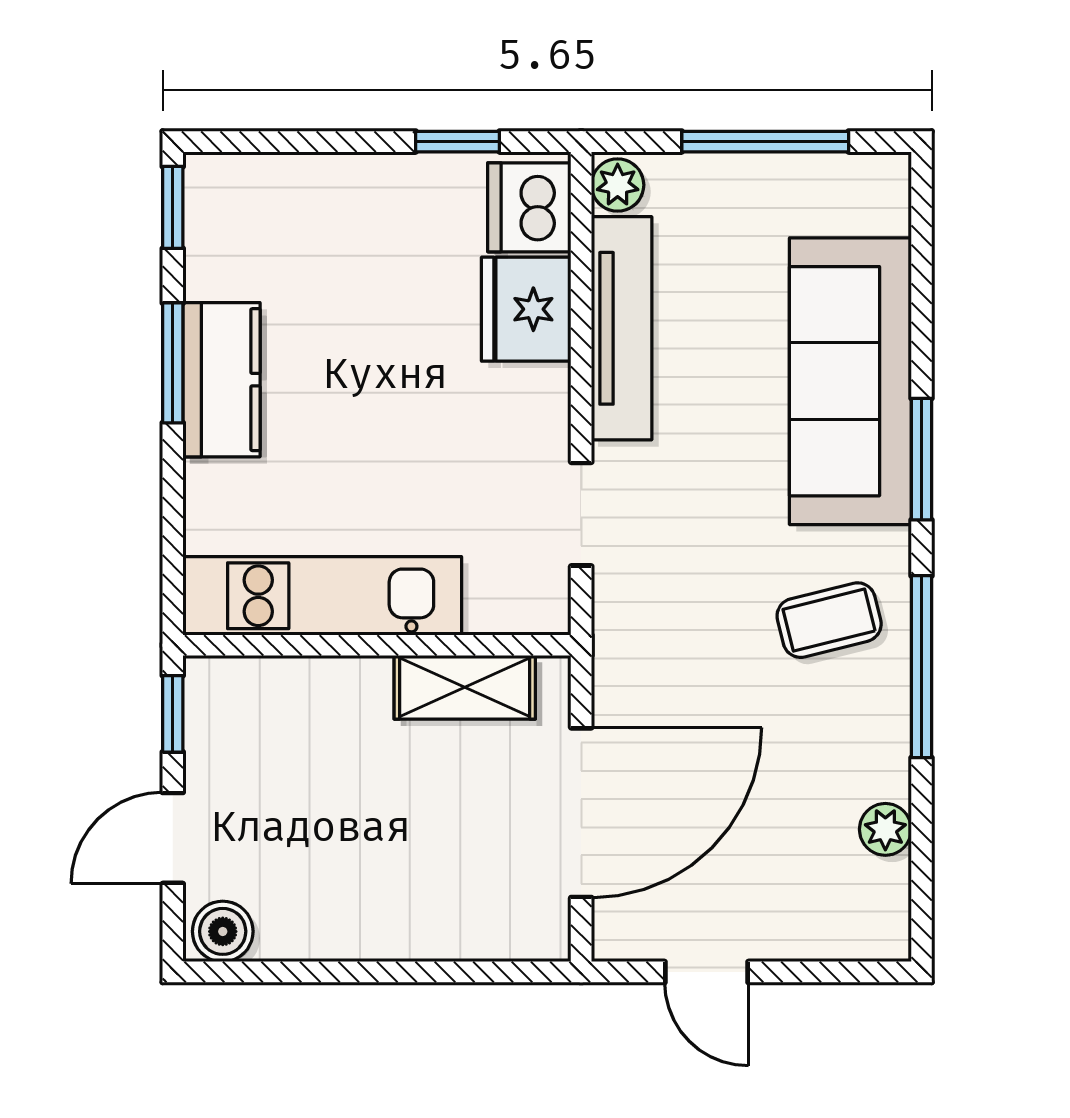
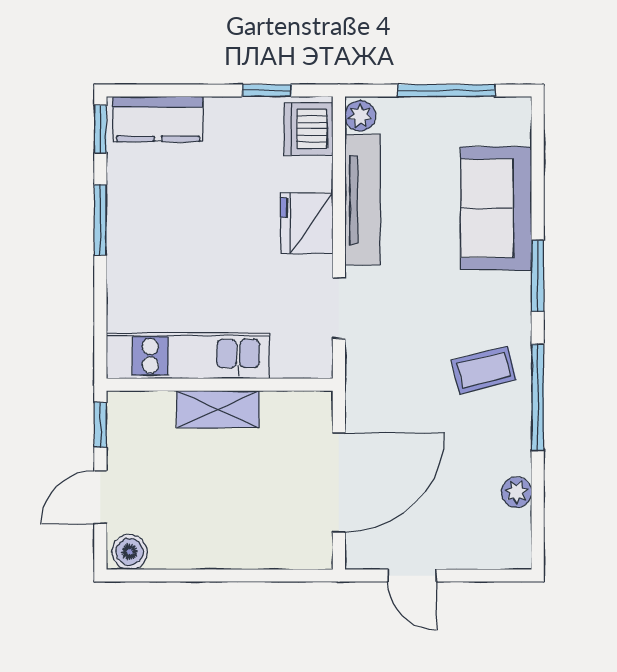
fridge: (526, 309) -> (307, 223), moved
kitchen counter: (222, 380) -> (158, 119), moved, turned 90
sofa: (850, 381) -> (496, 208), width x0.73
shelving: (465, 687) -> (218, 409), moved

